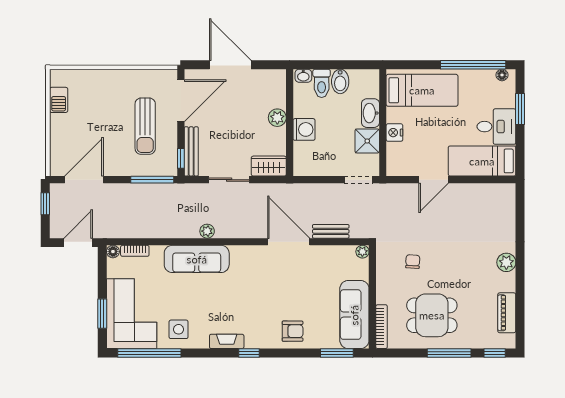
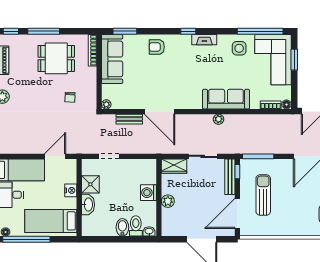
bed: (422, 90) -> (51, 221), moved
washbasin: (370, 113) -> (88, 205), moved
wall: (383, 123) -> (79, 198), moved
nightstand: (394, 133) -> (71, 190), moved
shower: (367, 141) -> (90, 184), moved

